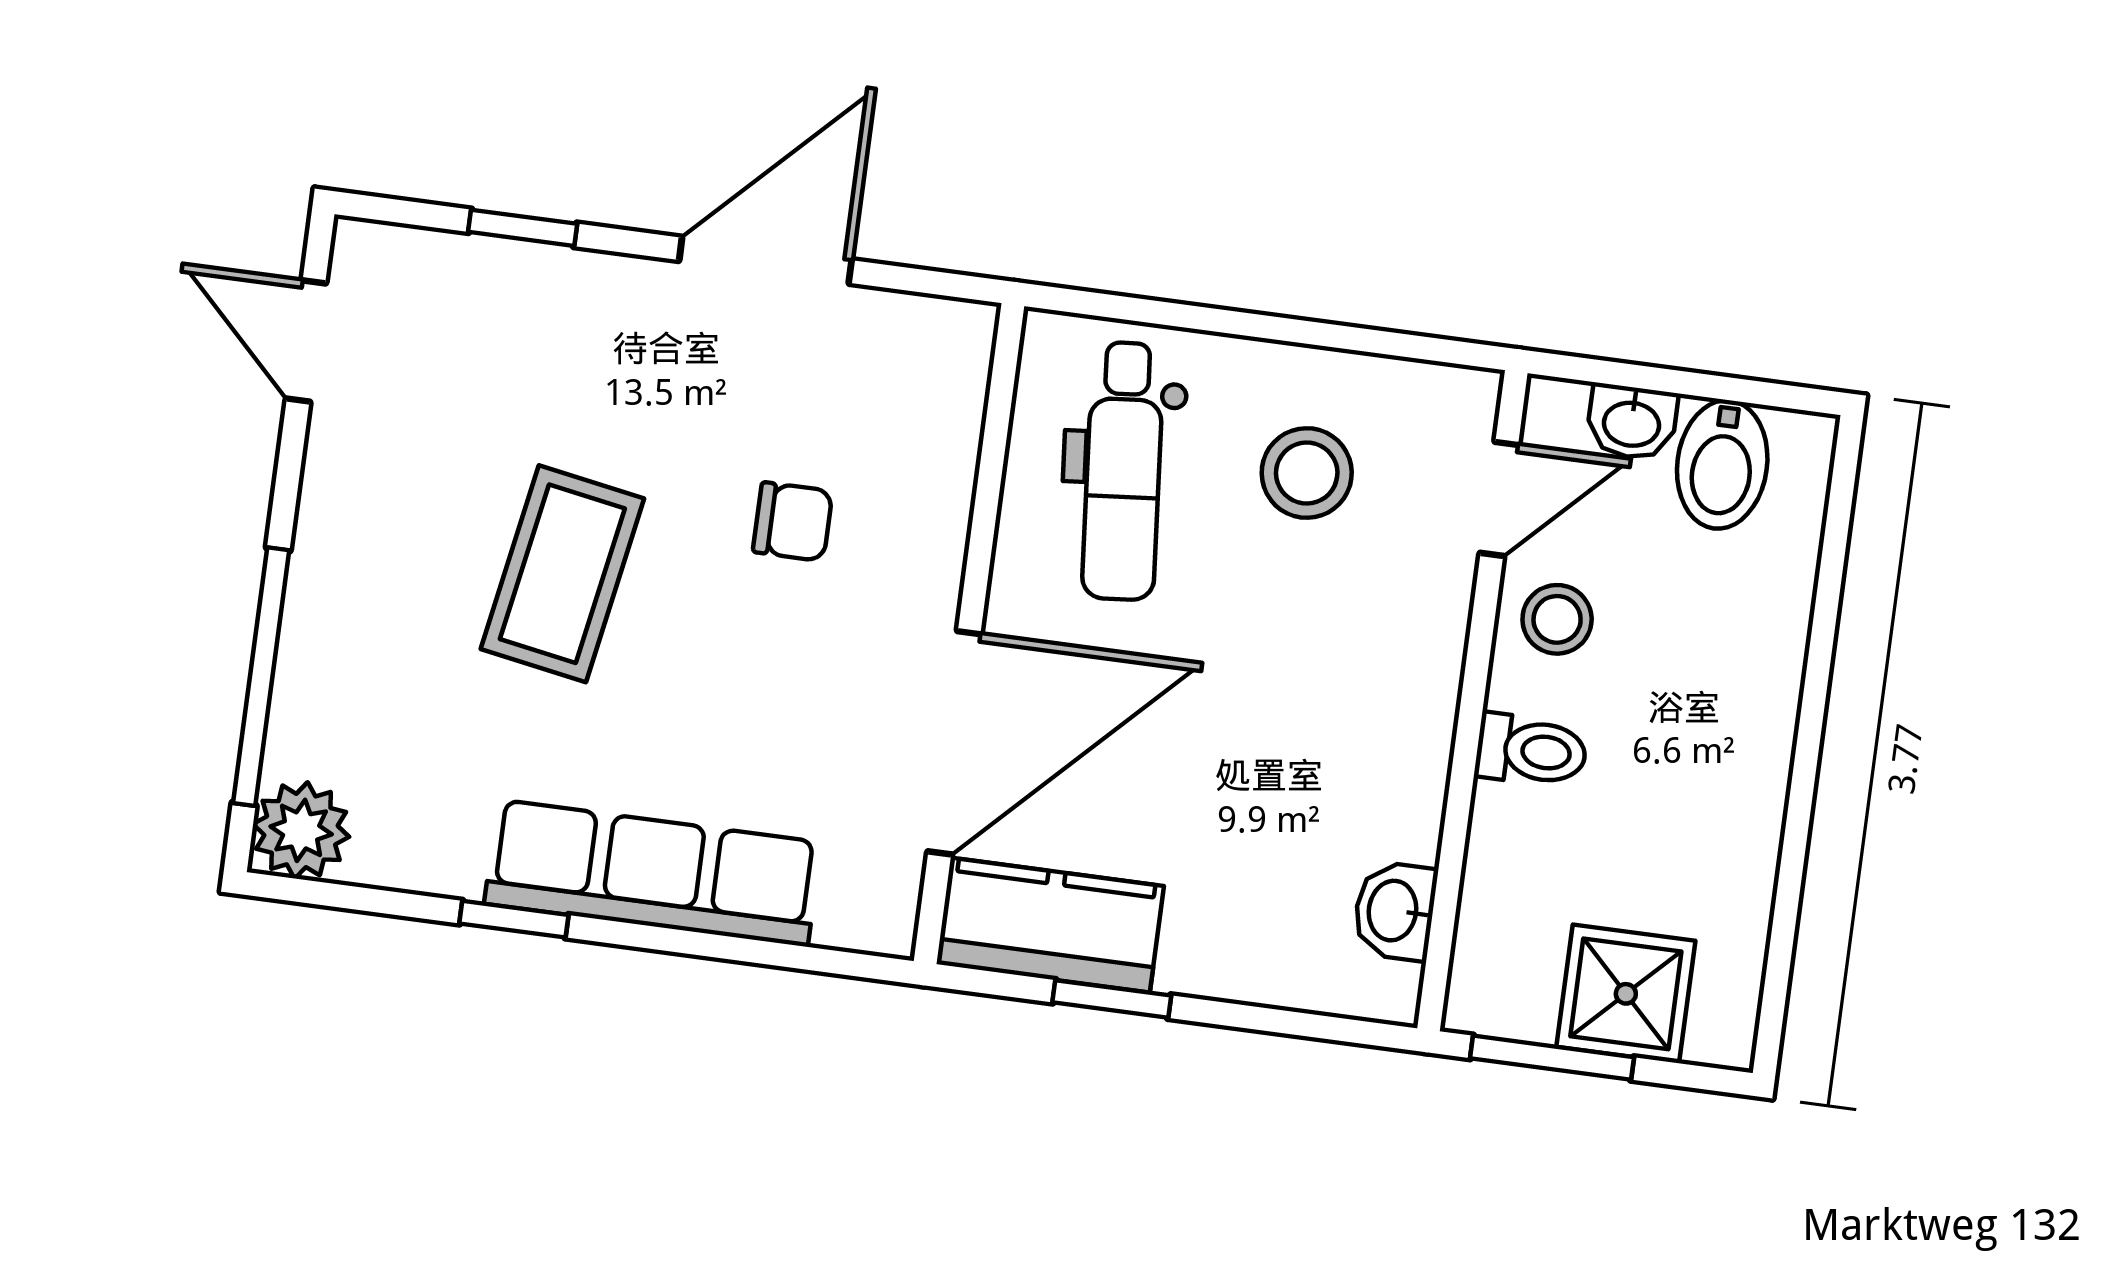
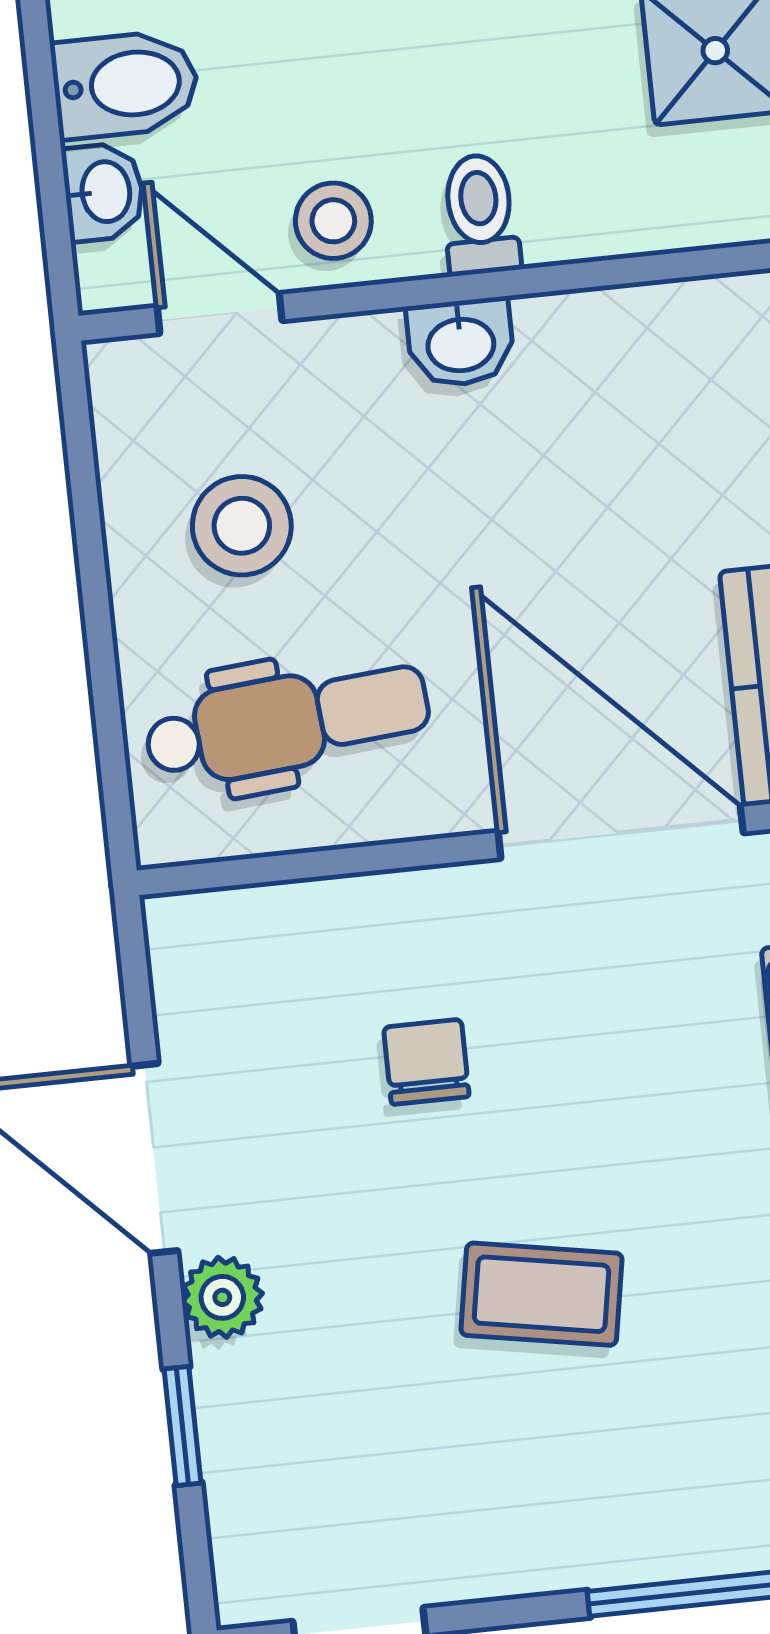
plant: (628, 290) -> (222, 1297), added
coffee table: (562, 574) -> (542, 1294), width x0.73, depth x0.77
washbasin: (1395, 911) -> (461, 342), moved

